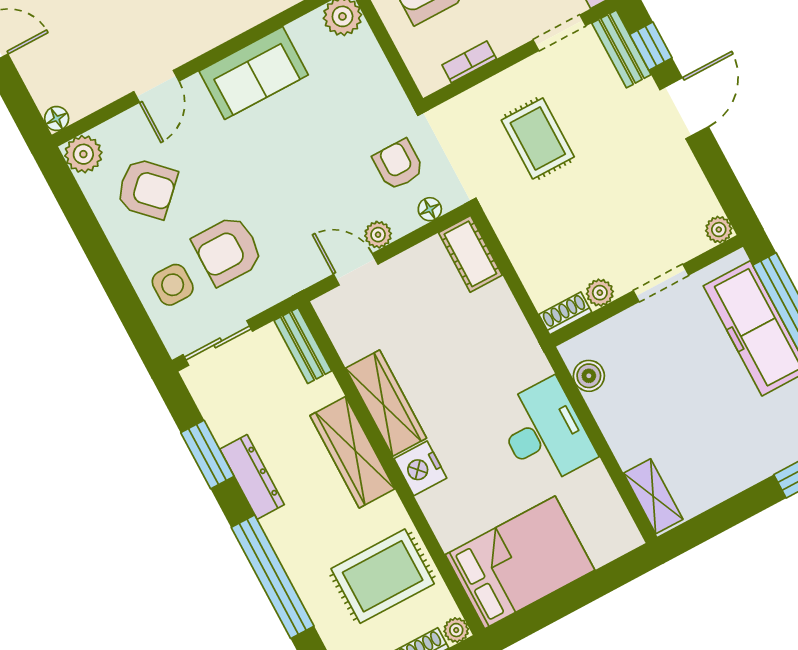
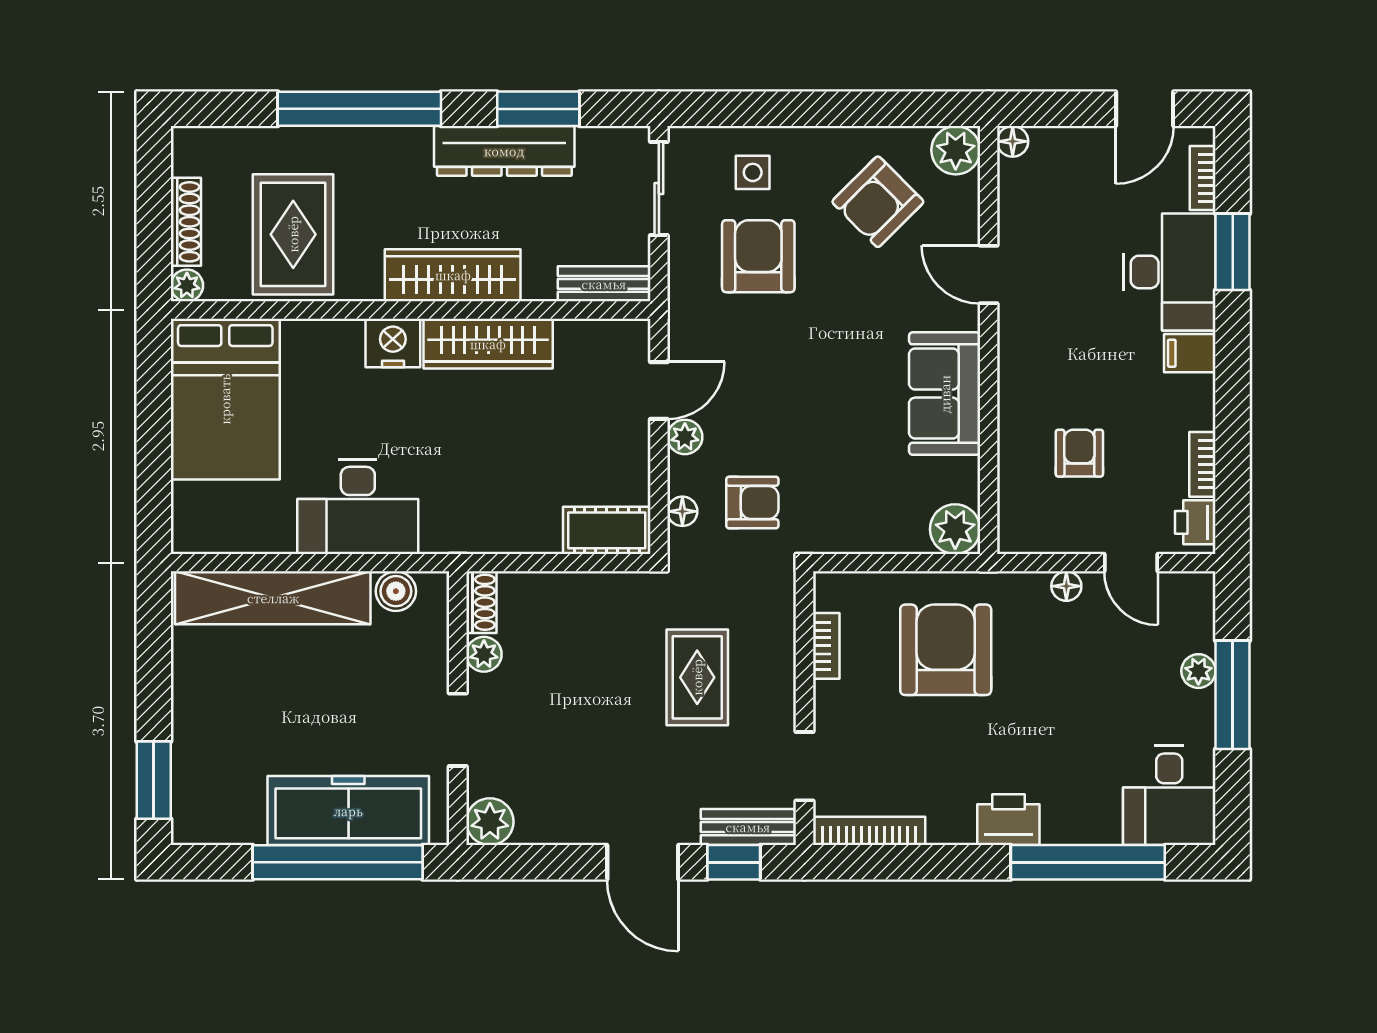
rug: (538, 138) -> (697, 677), turned 90
plant: (719, 230) -> (490, 822), width x1.38, depth x1.38
side table: (173, 285) -> (753, 172), width x0.73, depth x0.73
dresser: (252, 477) -> (504, 151), width x1.37, depth x1.24
shelving: (653, 496) -> (273, 598), width x2.20, depth x1.33

